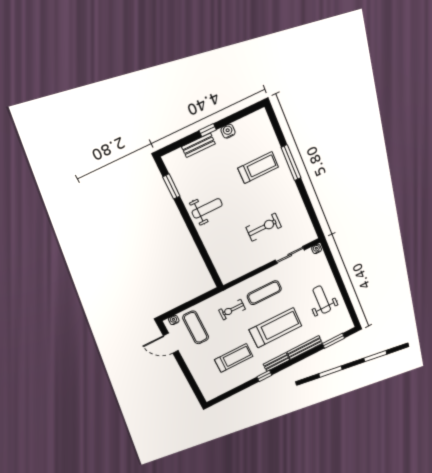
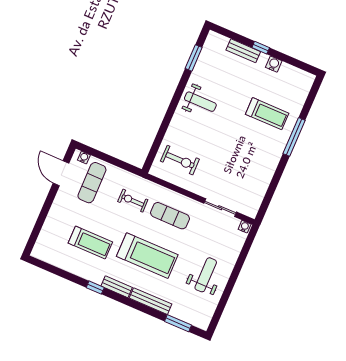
exercise bike: (264, 227) -> (180, 160), moved

